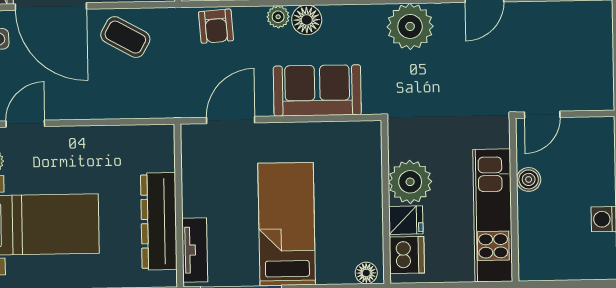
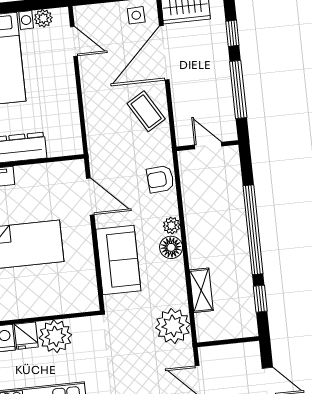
coffee table: (125, 37) -> (146, 111), turned -60

